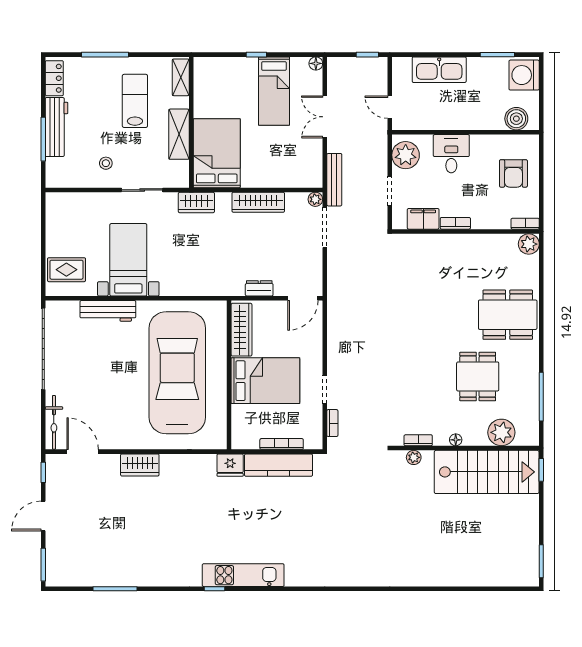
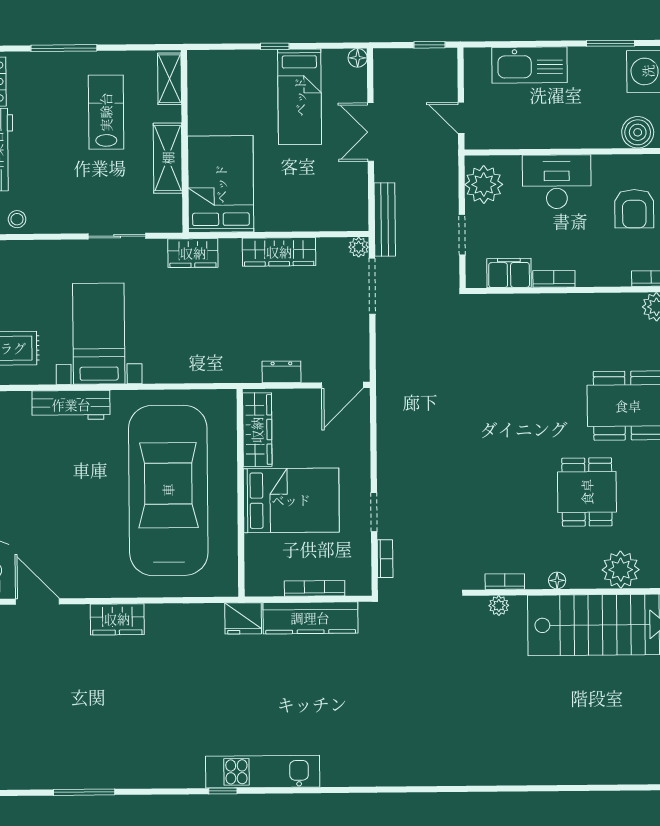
desk: (451, 154) -> (557, 182), width x1.37
stool: (106, 163) -> (17, 219), moved

